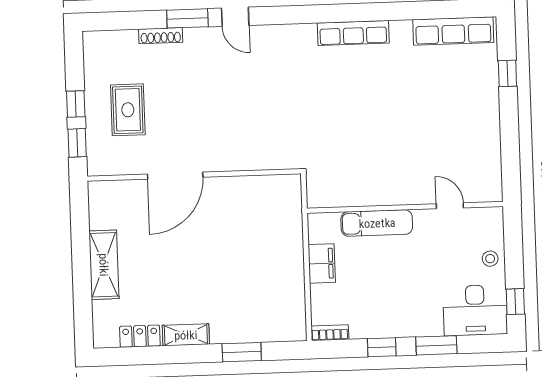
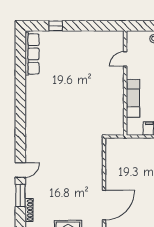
row of seats: (353, 33) -> (31, 107), removed
door: (175, 176) -> (104, 205), hinge flipped

